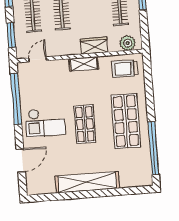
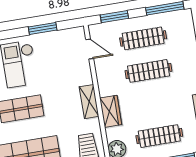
window: (16, 99) -> (43, 29), width x0.47

